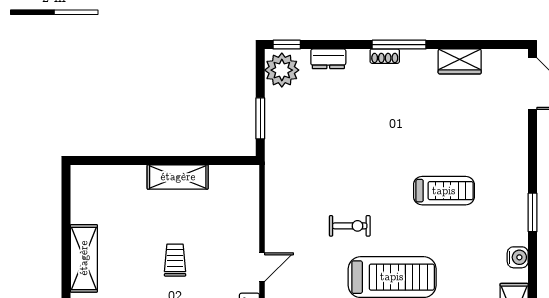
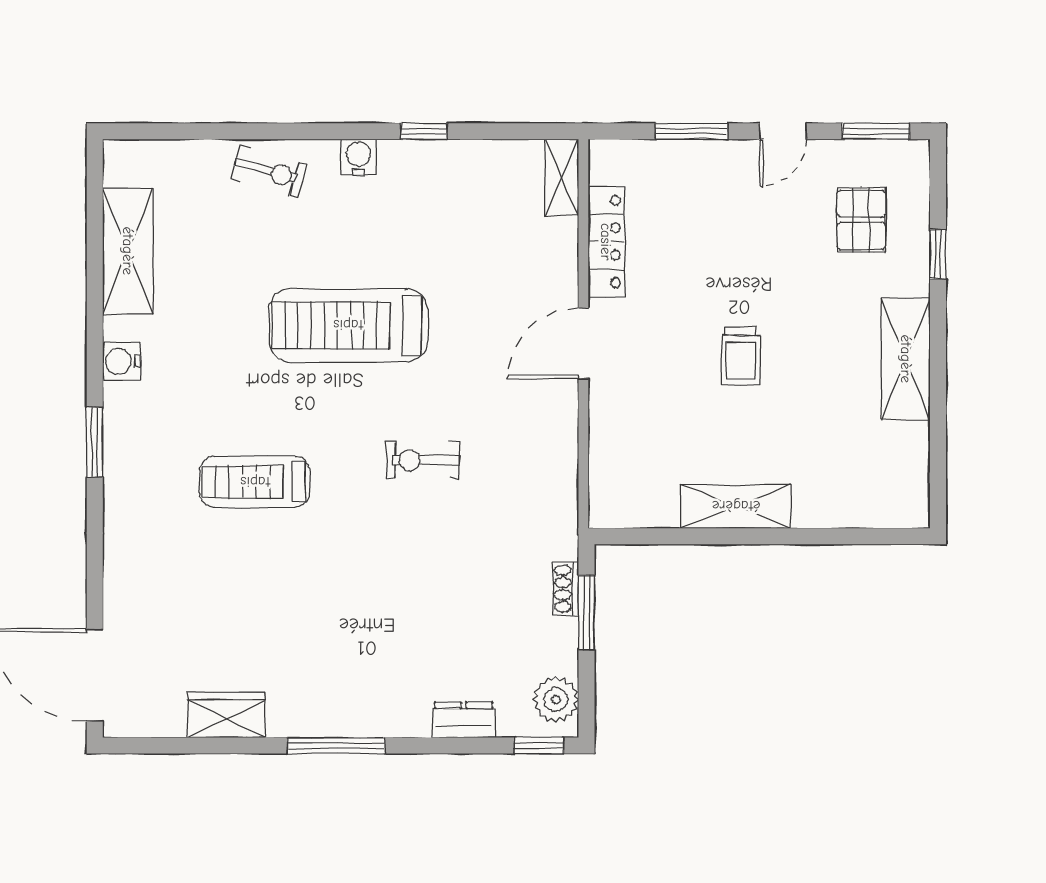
shoe rack: (385, 56) -> (566, 589), moved, turned -90
plant: (282, 70) -> (556, 700), width x0.73, depth x0.73
exercise bike: (350, 226) -> (423, 460), moved
door: (262, 267) -> (583, 343), width x1.38

